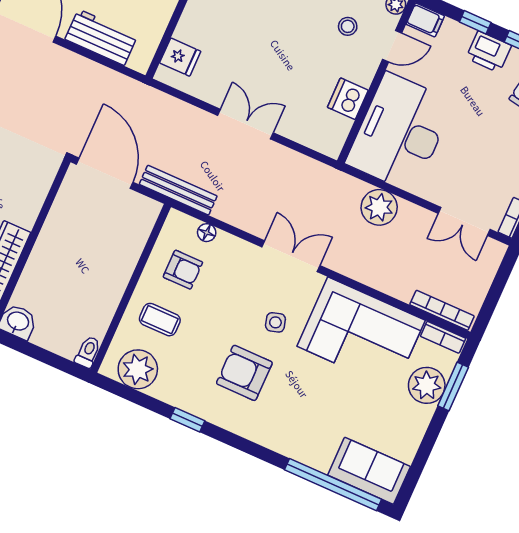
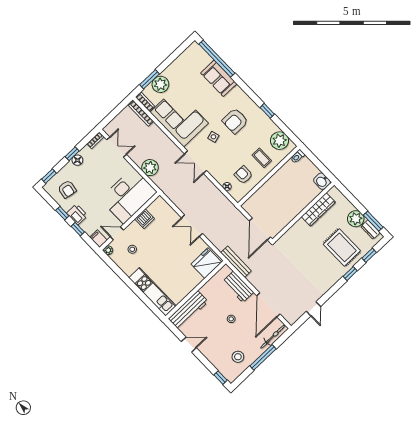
fridge: (180, 57) -> (206, 263), width x1.88, depth x1.34
bench: (178, 190) -> (236, 262), moved
armchair: (244, 373) -> (235, 121), turned 90
sofa: (369, 471) -> (219, 78), moved

